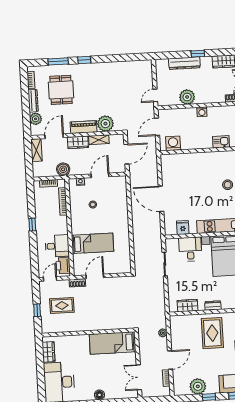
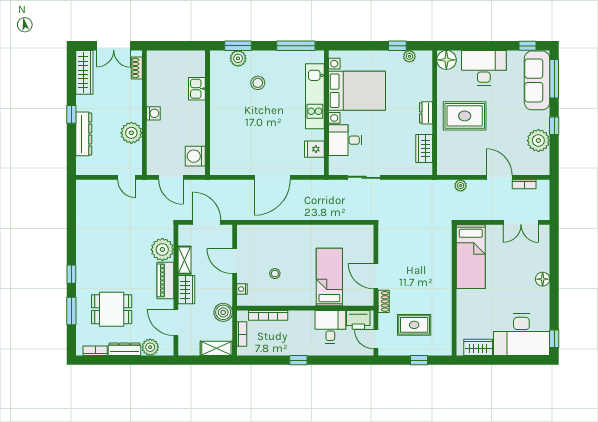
shelving: (36, 150) -> (216, 348), moved
rug: (62, 305) -> (414, 325), turned 90

